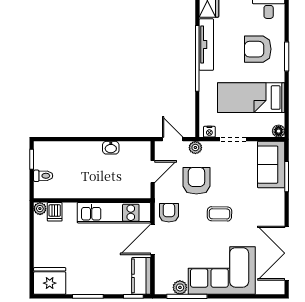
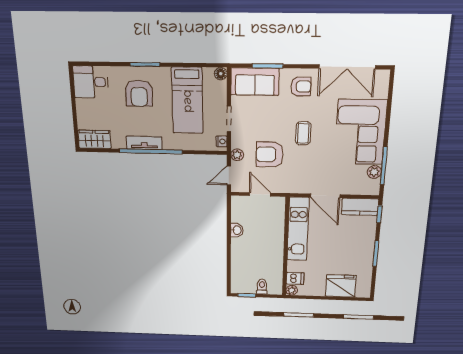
tv unit: (206, 45) -> (144, 143), width x0.71
armchair: (169, 213) -> (301, 86), moved, turned 180
fridge: (50, 281) -> (341, 286), moved, turned 90

